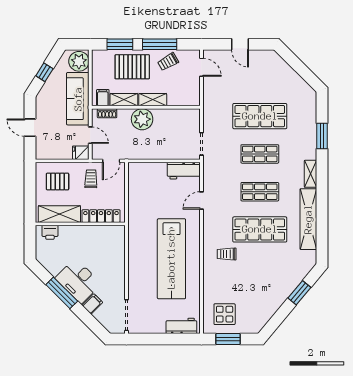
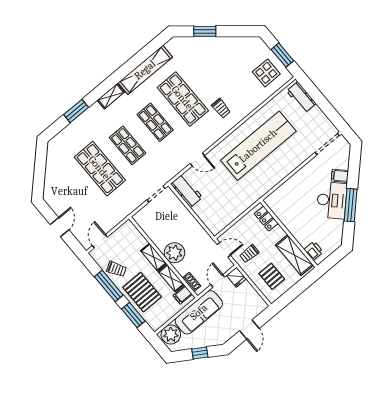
locker: (101, 216) -> (266, 219), width x0.66

